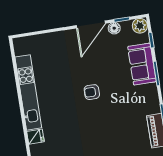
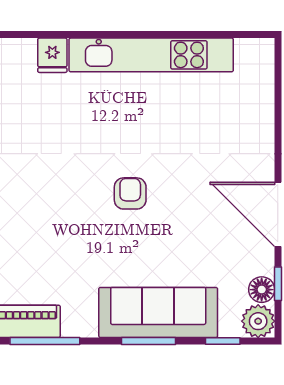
floor lamp: (114, 28) -> (262, 290), moved
sofa: (142, 64) -> (158, 312), width x1.36

